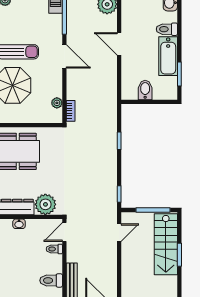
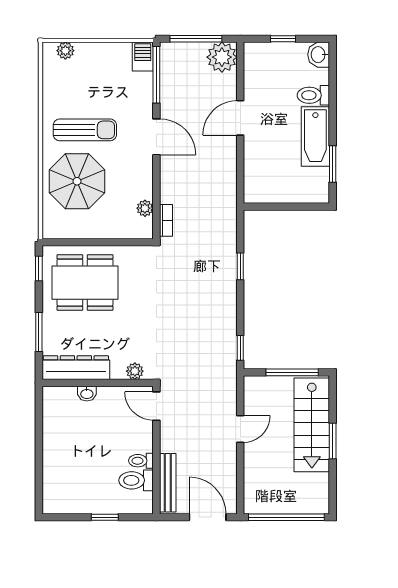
door: (119, 44) -> (240, 118), hinge flipped
bidet: (145, 90) -> (280, 188), removed
plant: (45, 204) -> (135, 371), width x0.53, depth x0.53
door: (64, 232) -> (156, 406), hinge flipped
door: (119, 233) -> (240, 429), moved
toilet: (54, 249) -> (141, 461), moved

